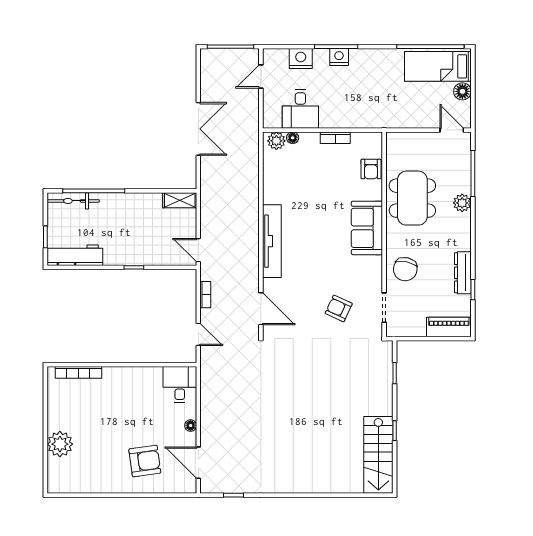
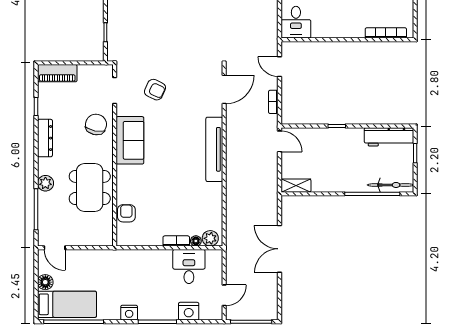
nightstand: (339, 57) -> (129, 313), moved
bookcase: (335, 138) -> (176, 241), moved
sofa: (367, 228) -> (130, 140), moved
dresser: (463, 273) -> (45, 138), moved
door: (261, 309) -> (224, 89), swing flipped

